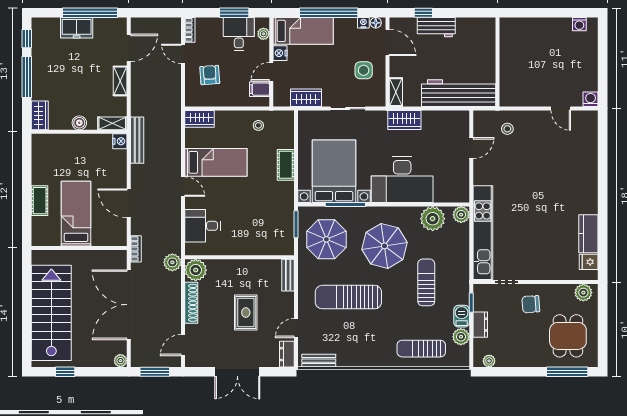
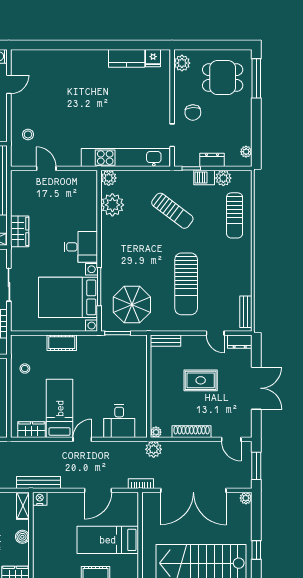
wardrobe: (199, 119) -> (32, 430), moved, turned -90
desk: (402, 180) -> (81, 247), width x0.53, depth x0.77
parasol: (384, 246) -> (138, 250), removed
plant: (196, 270) -> (156, 432), width x0.53, depth x0.53
sun lounger: (426, 282) -> (172, 211), turned -143

